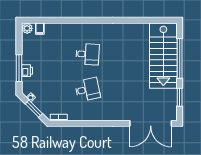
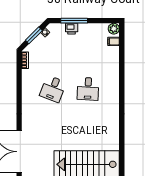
desk: (87, 89) -> (53, 89), turned 33

